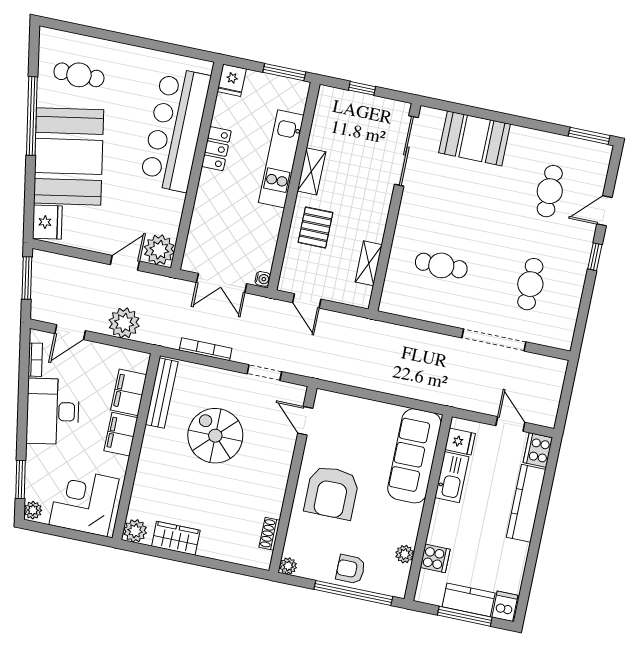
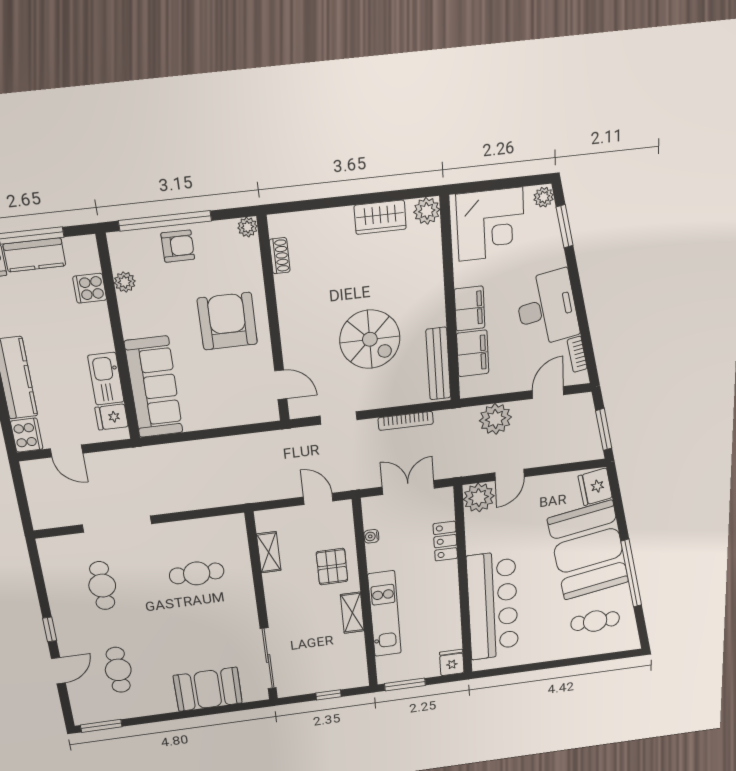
locker: (216, 149) -> (445, 541), moved
water cooler: (263, 279) -> (371, 536), moved

